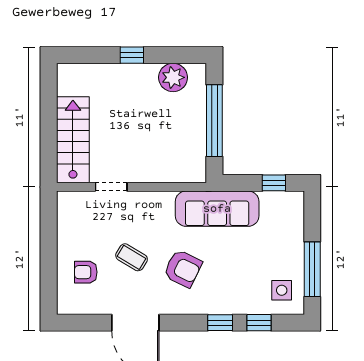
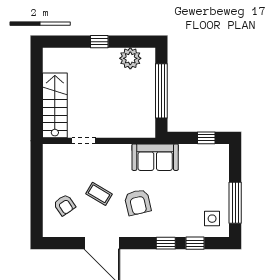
sofa: (217, 209) -> (155, 157), width x0.73
armchair: (183, 269) -> (138, 202), turned 51
armchair: (86, 272) -> (65, 205), turned -124

